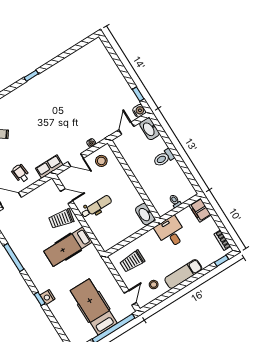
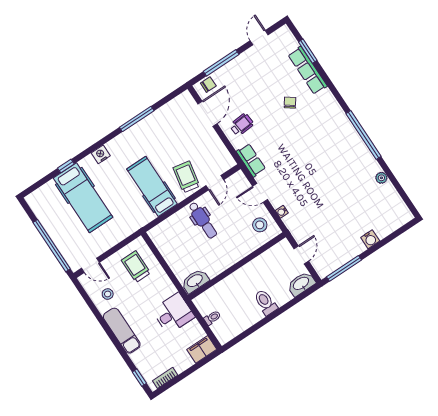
plant: (66, 62) -> (381, 178), added
window: (31, 76) -> (363, 135), width x3.17
window: (138, 94) -> (344, 268), width x2.17
water cooler: (139, 111) -> (370, 239), moved
door: (126, 128) -> (301, 255), hinge flipped
door: (76, 160) -> (260, 193), hinge flipped
nightstand: (48, 297) -> (101, 154), moved
window: (40, 299) -> (66, 166), moved
hospital bed: (94, 307) -> (83, 198), moved, turned 90

